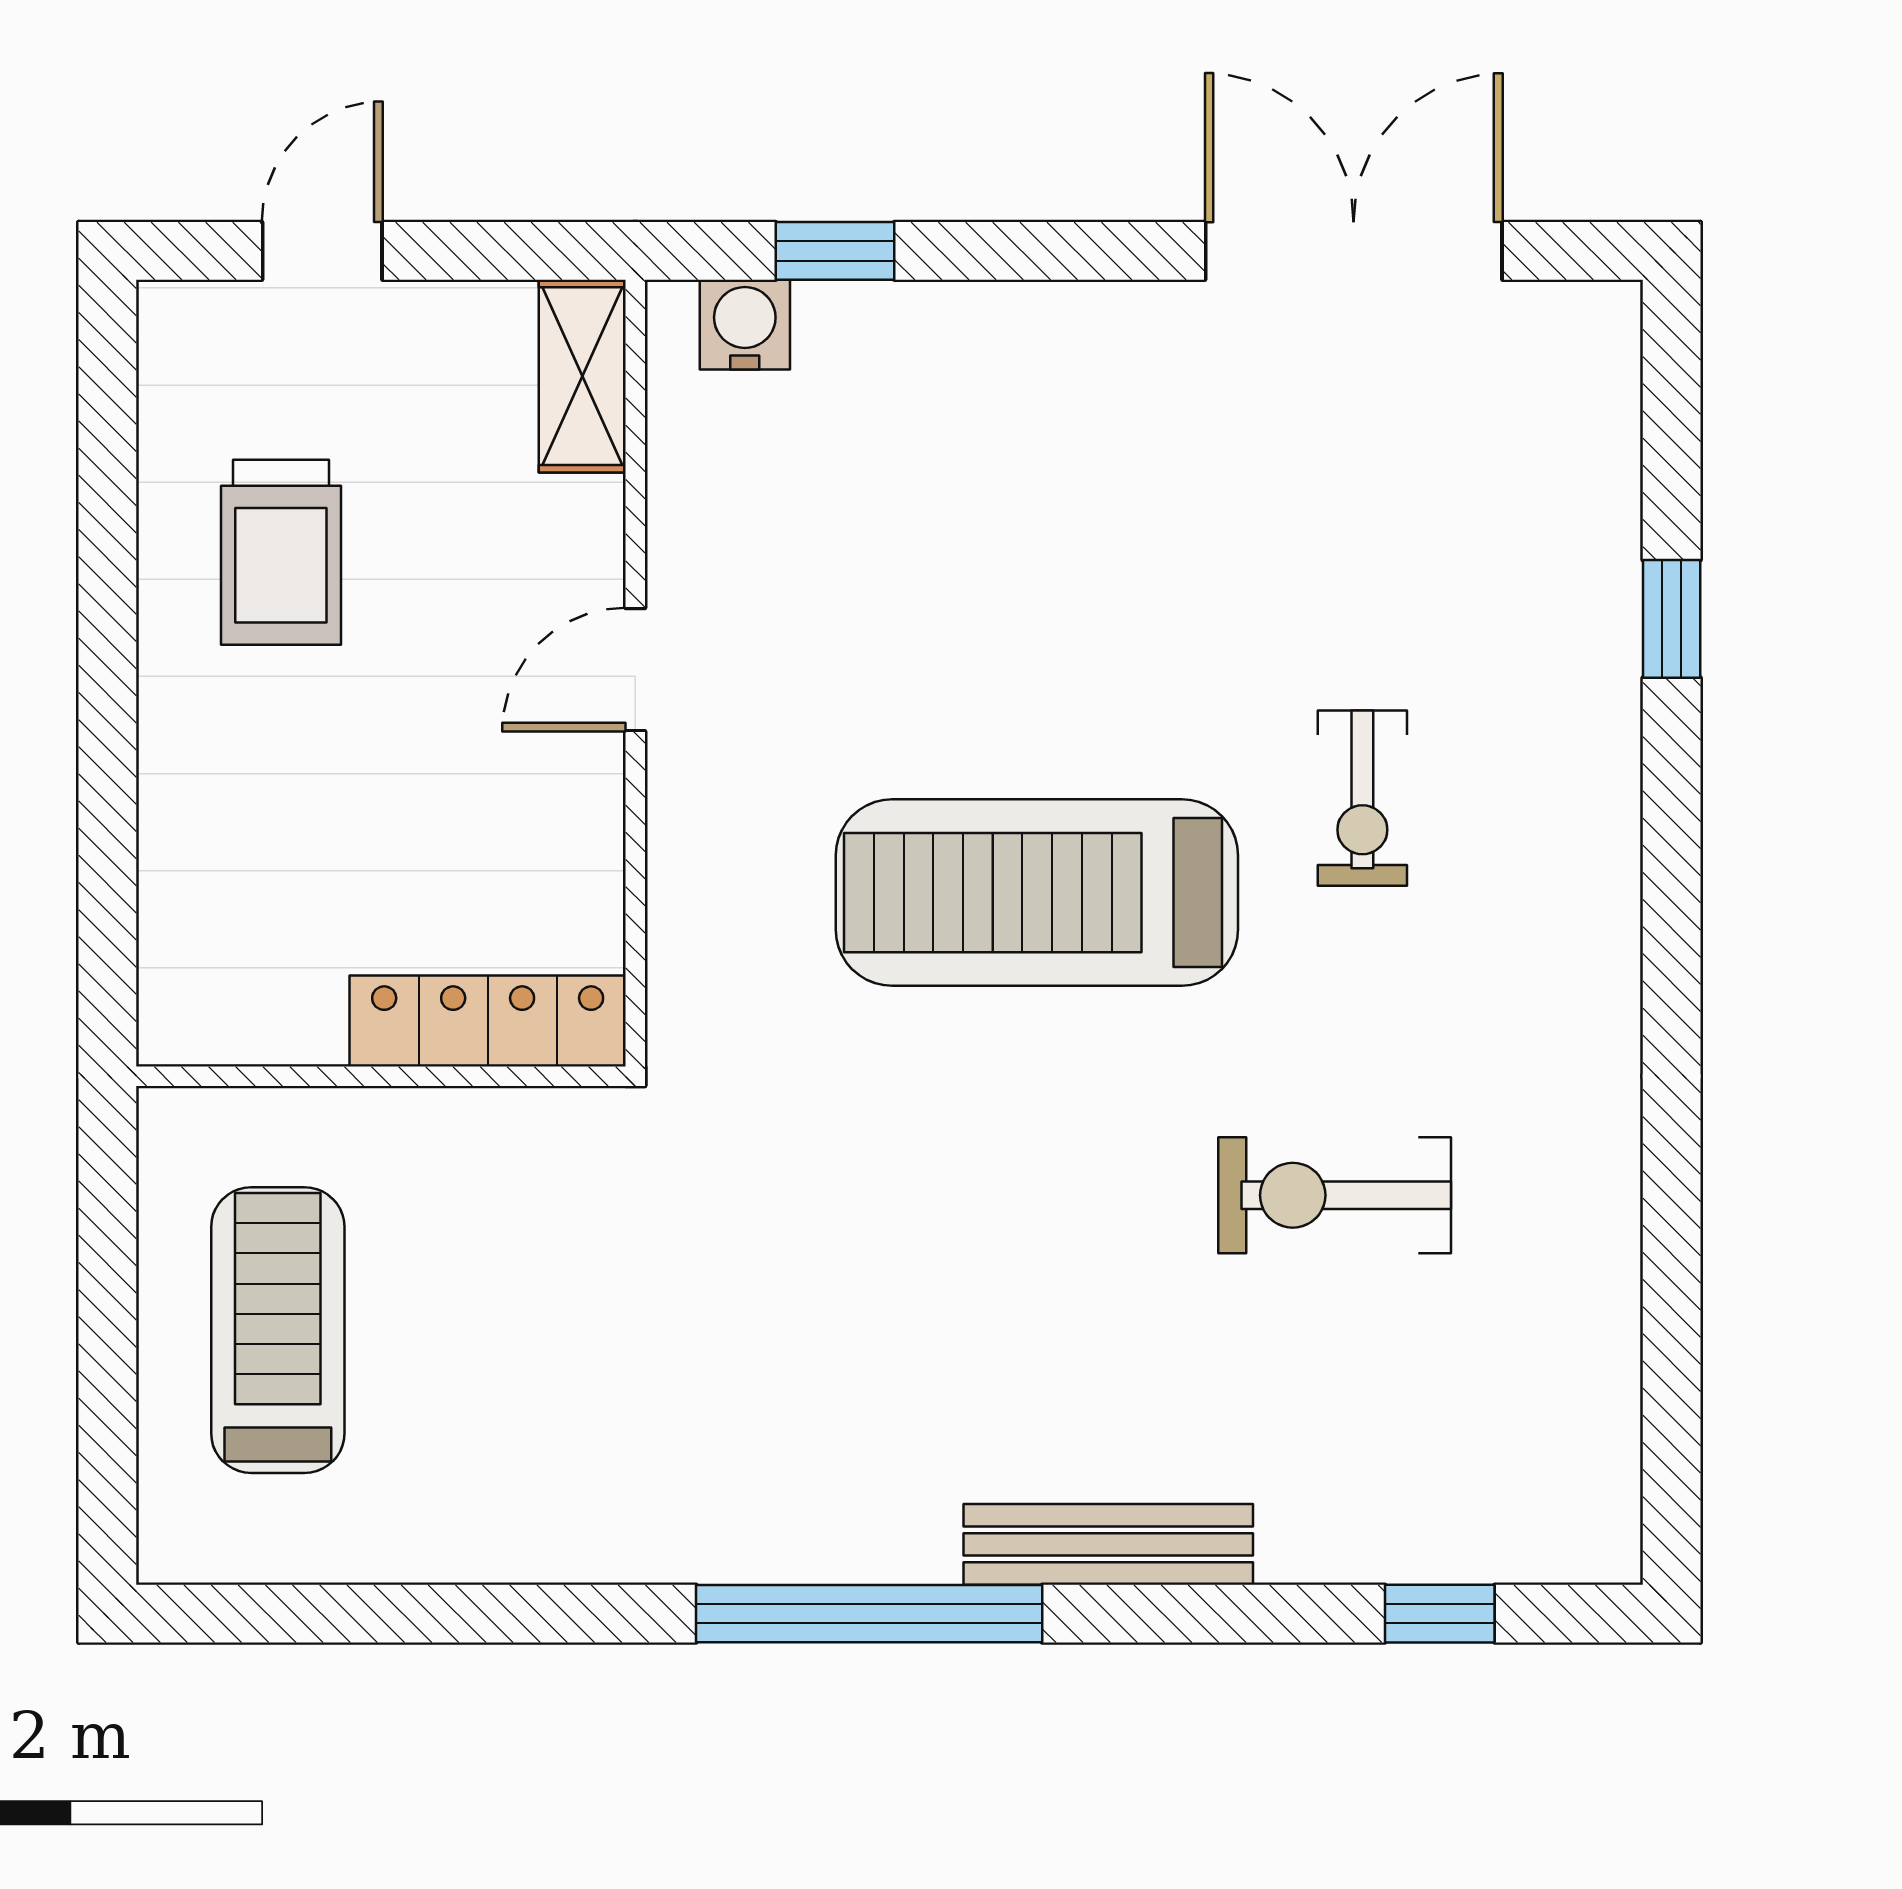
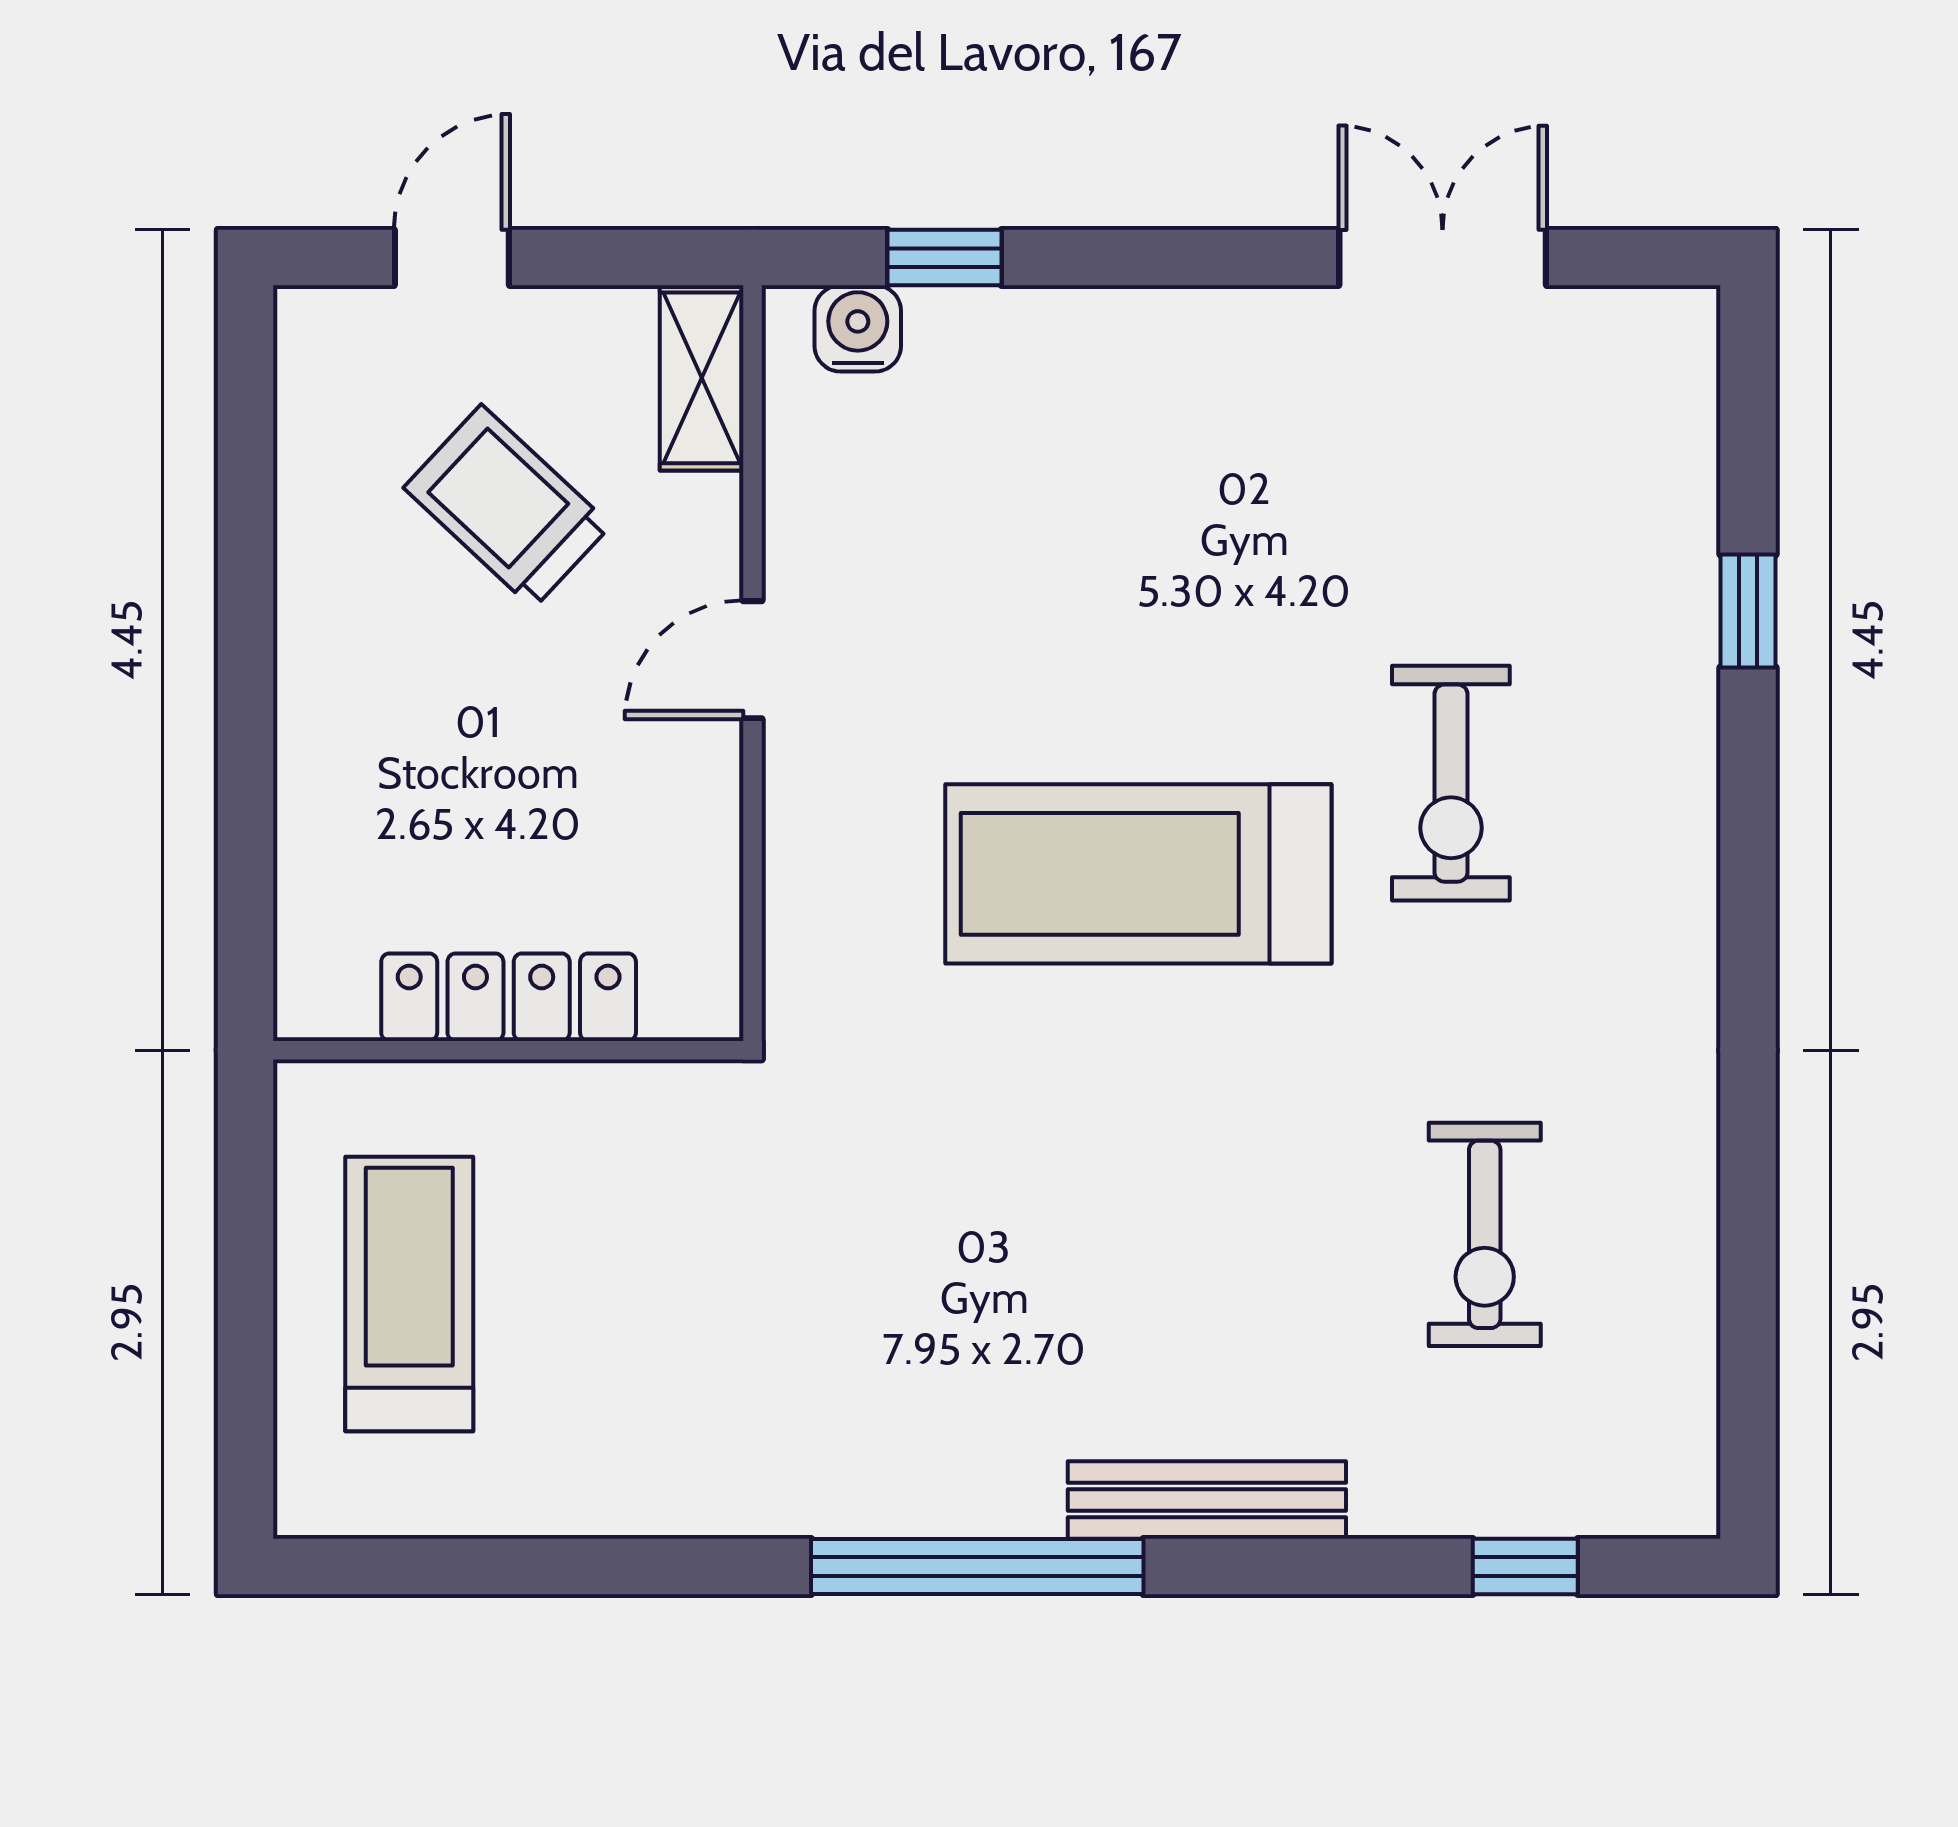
double door: (1354, 251) -> (1443, 258), width x0.73
trolley: (281, 552) -> (507, 507), moved, turned 133
exercise bike: (1362, 798) -> (1451, 783), width x1.38, depth x1.39
locker: (488, 1021) -> (509, 997), moved
exercise bike: (1335, 1195) -> (1485, 1234), moved, turned -90

